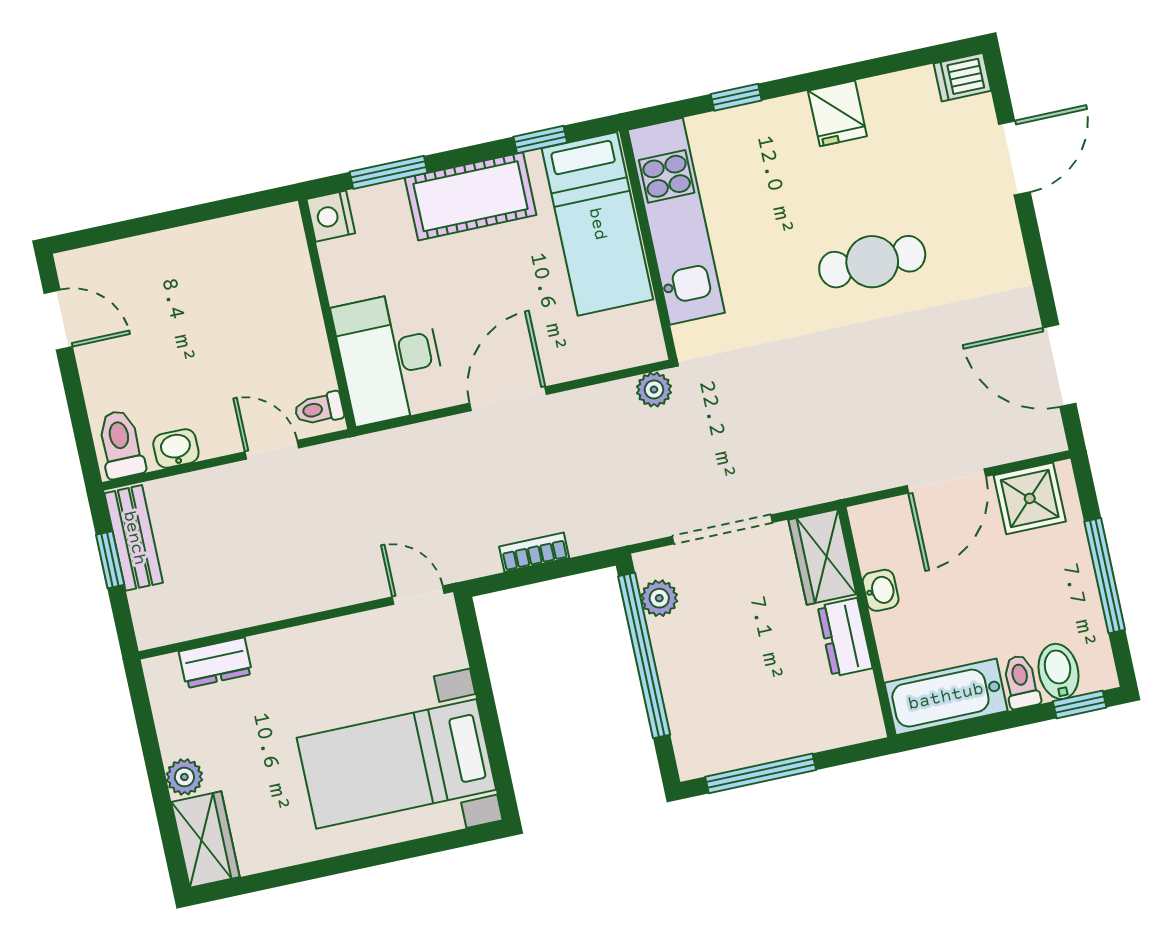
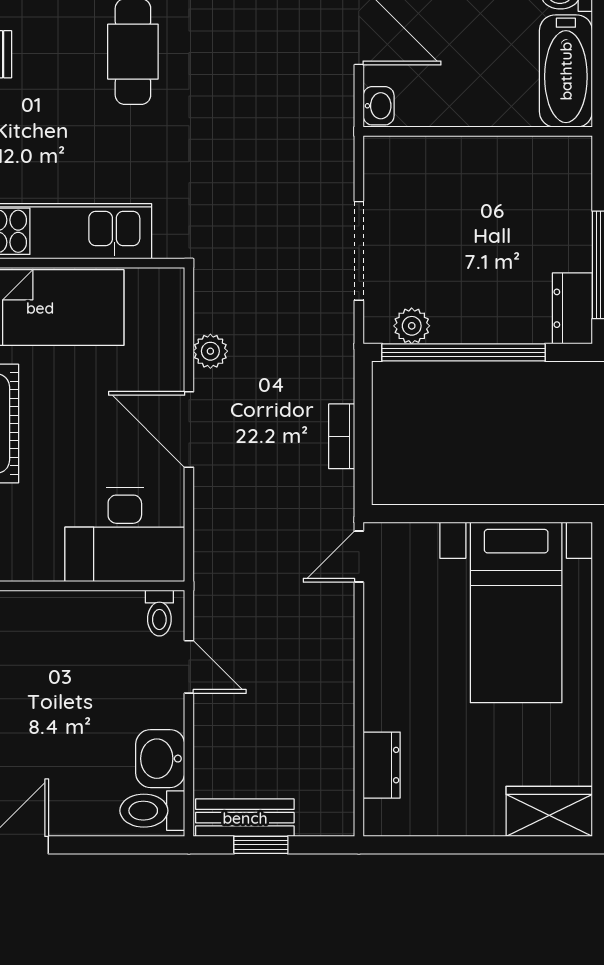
plant: (654, 390) -> (210, 351), moved
washbasin: (176, 448) -> (160, 759), width x1.38, depth x1.45
door: (272, 450) -> (189, 667), swing flipped
wardrobe: (822, 557) -> (406, 161), removed
washbasin: (881, 590) -> (379, 106), moved, turned 90
dresser: (845, 637) -> (572, 308), moved, turned 90
plant: (184, 777) -> (485, 819), removed

